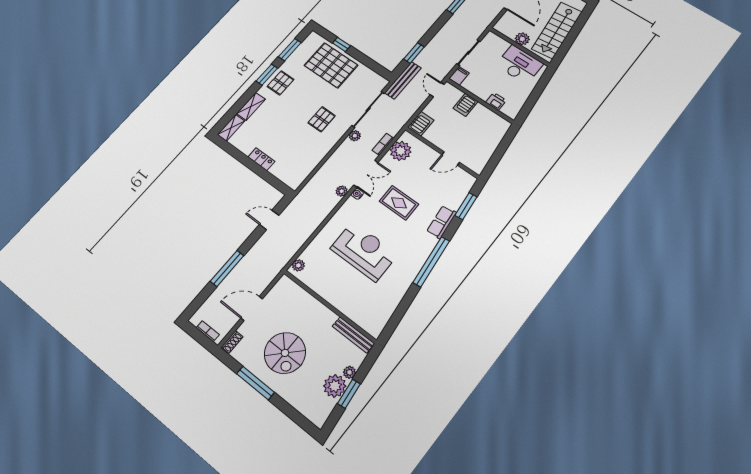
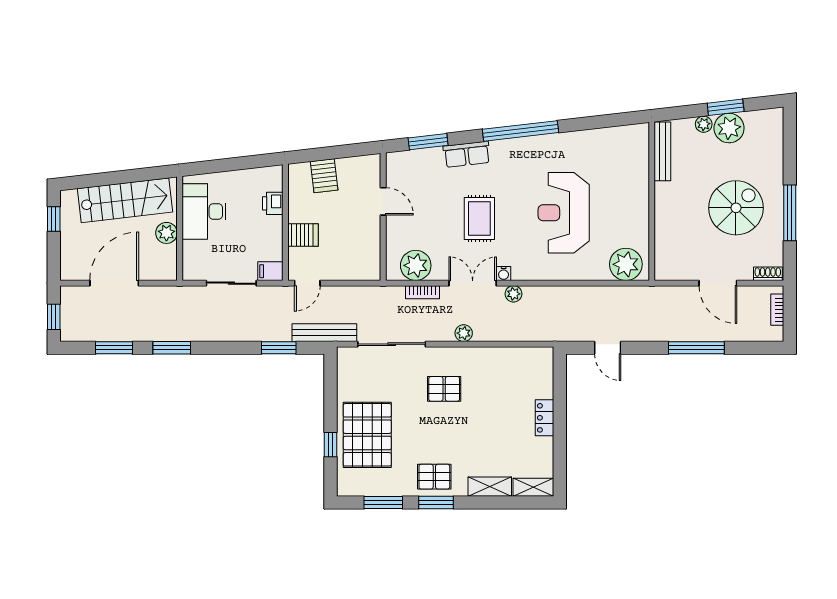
server rack: (421, 124) -> (324, 176), moved, turned -97
plant: (355, 136) -> (464, 333), moved
plant: (298, 265) -> (626, 264), width x1.88, depth x1.88

